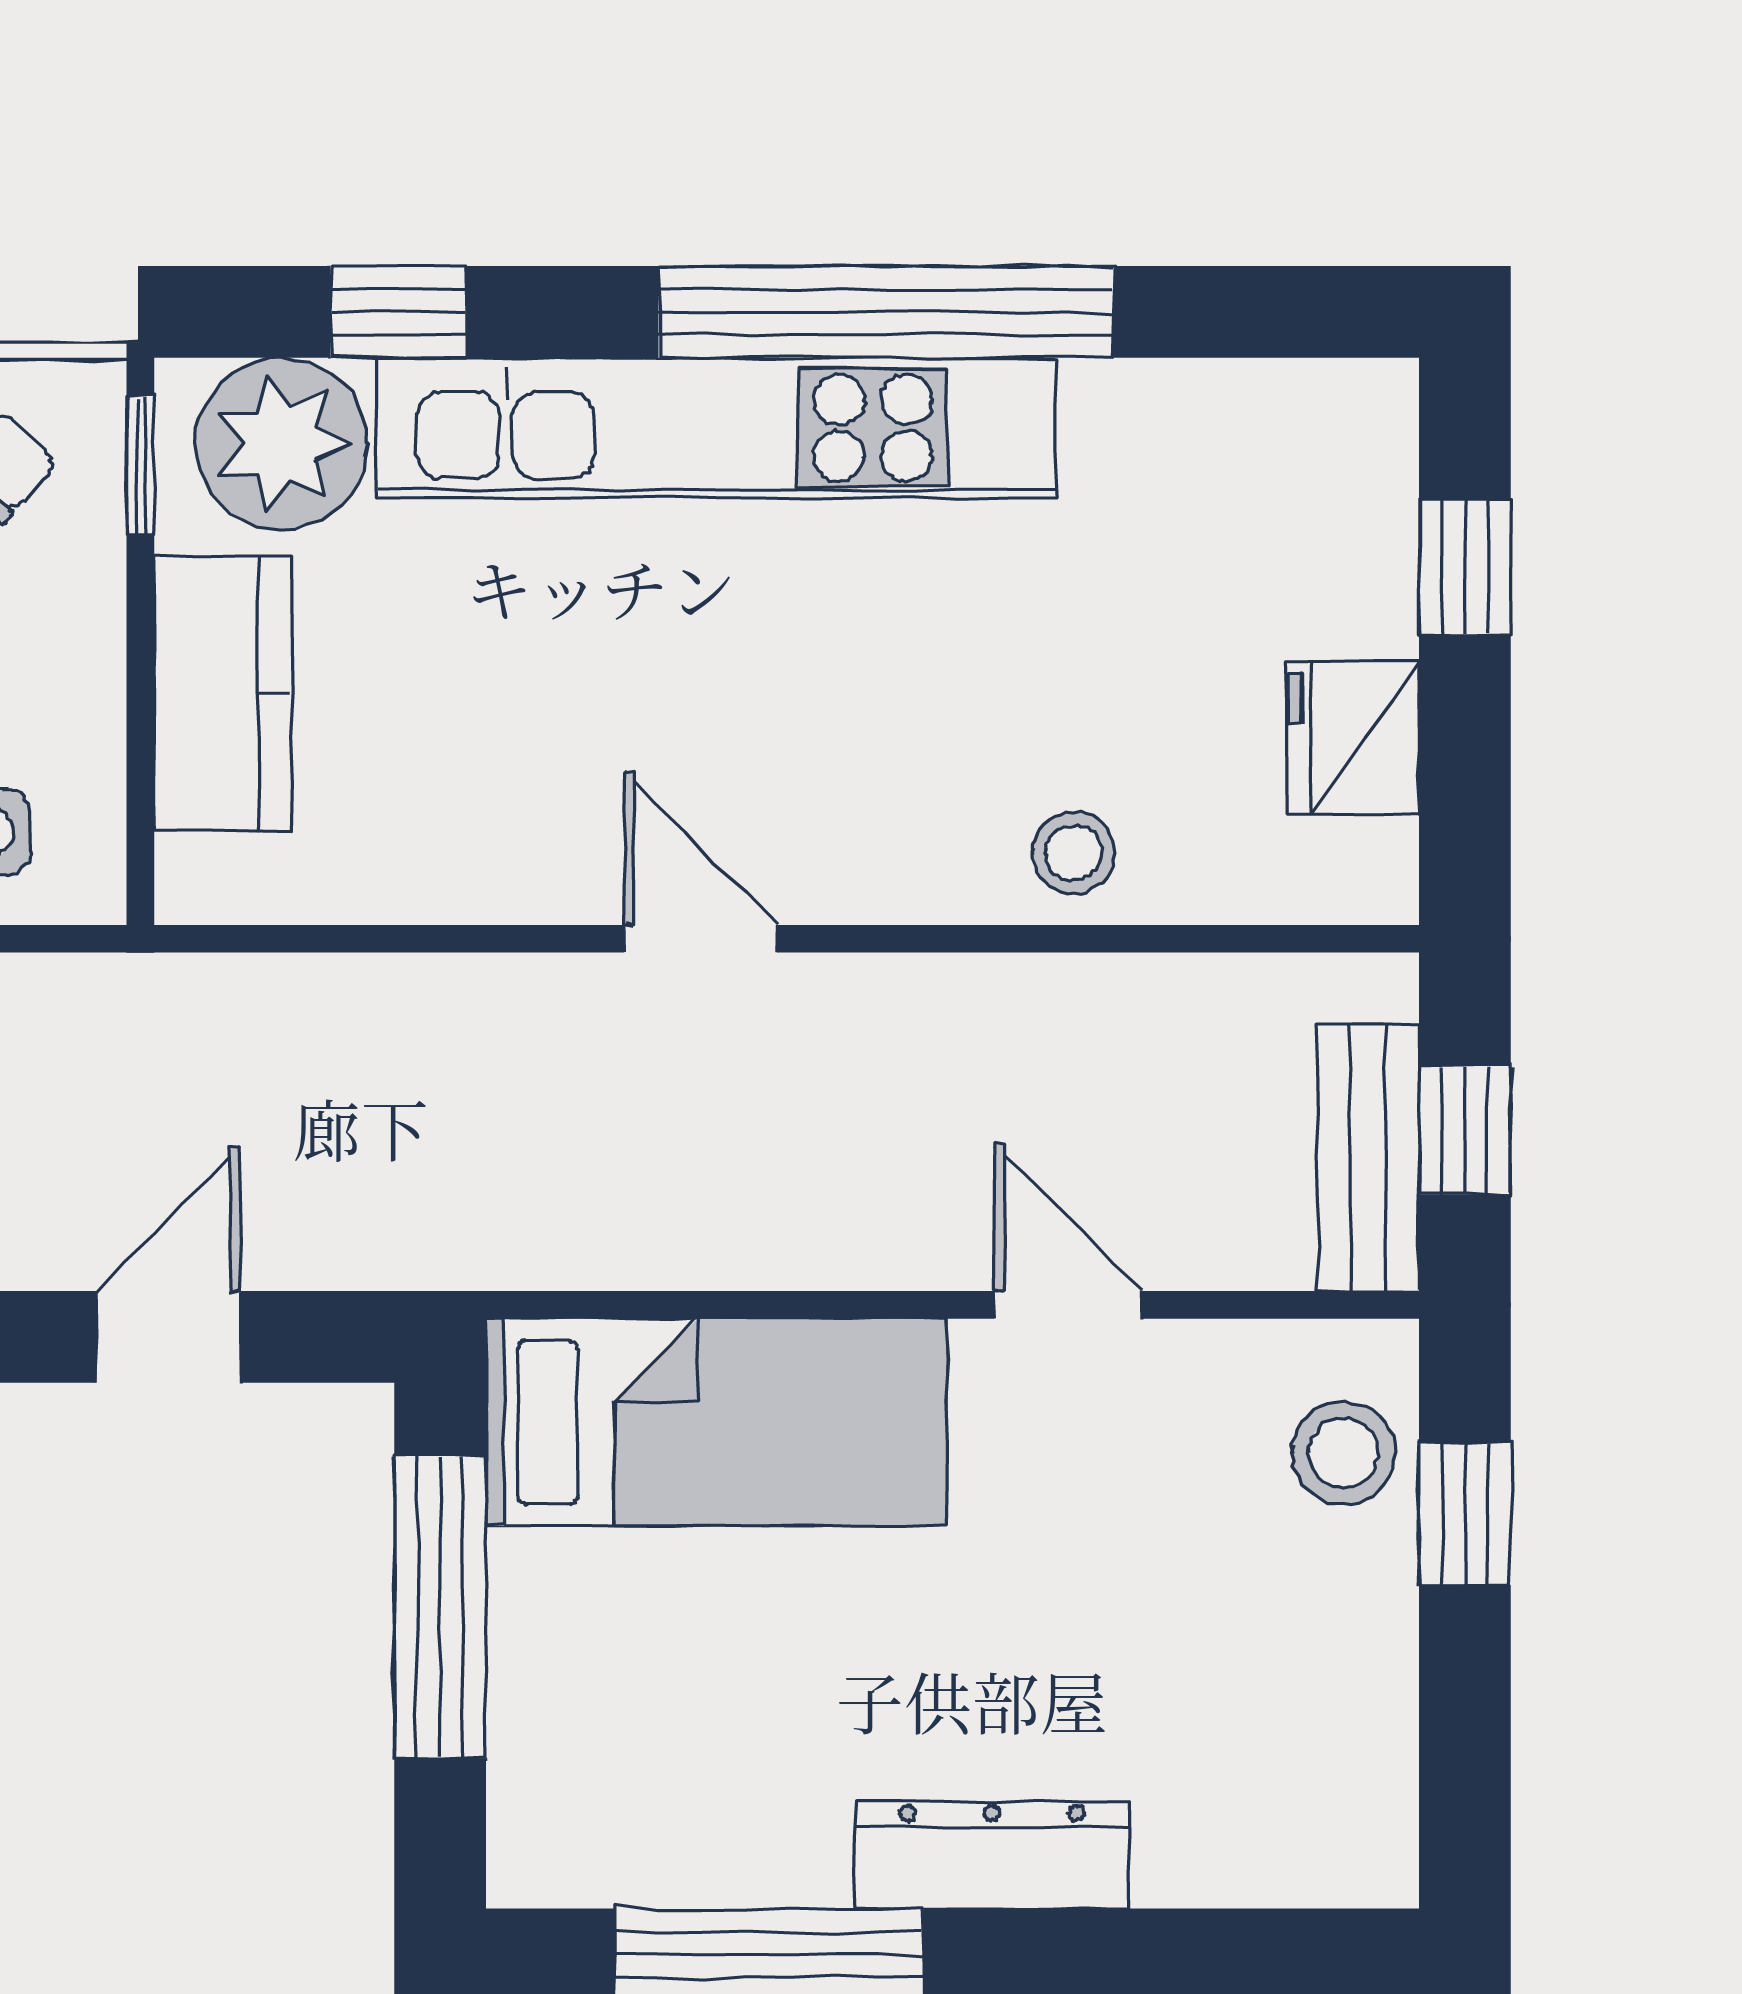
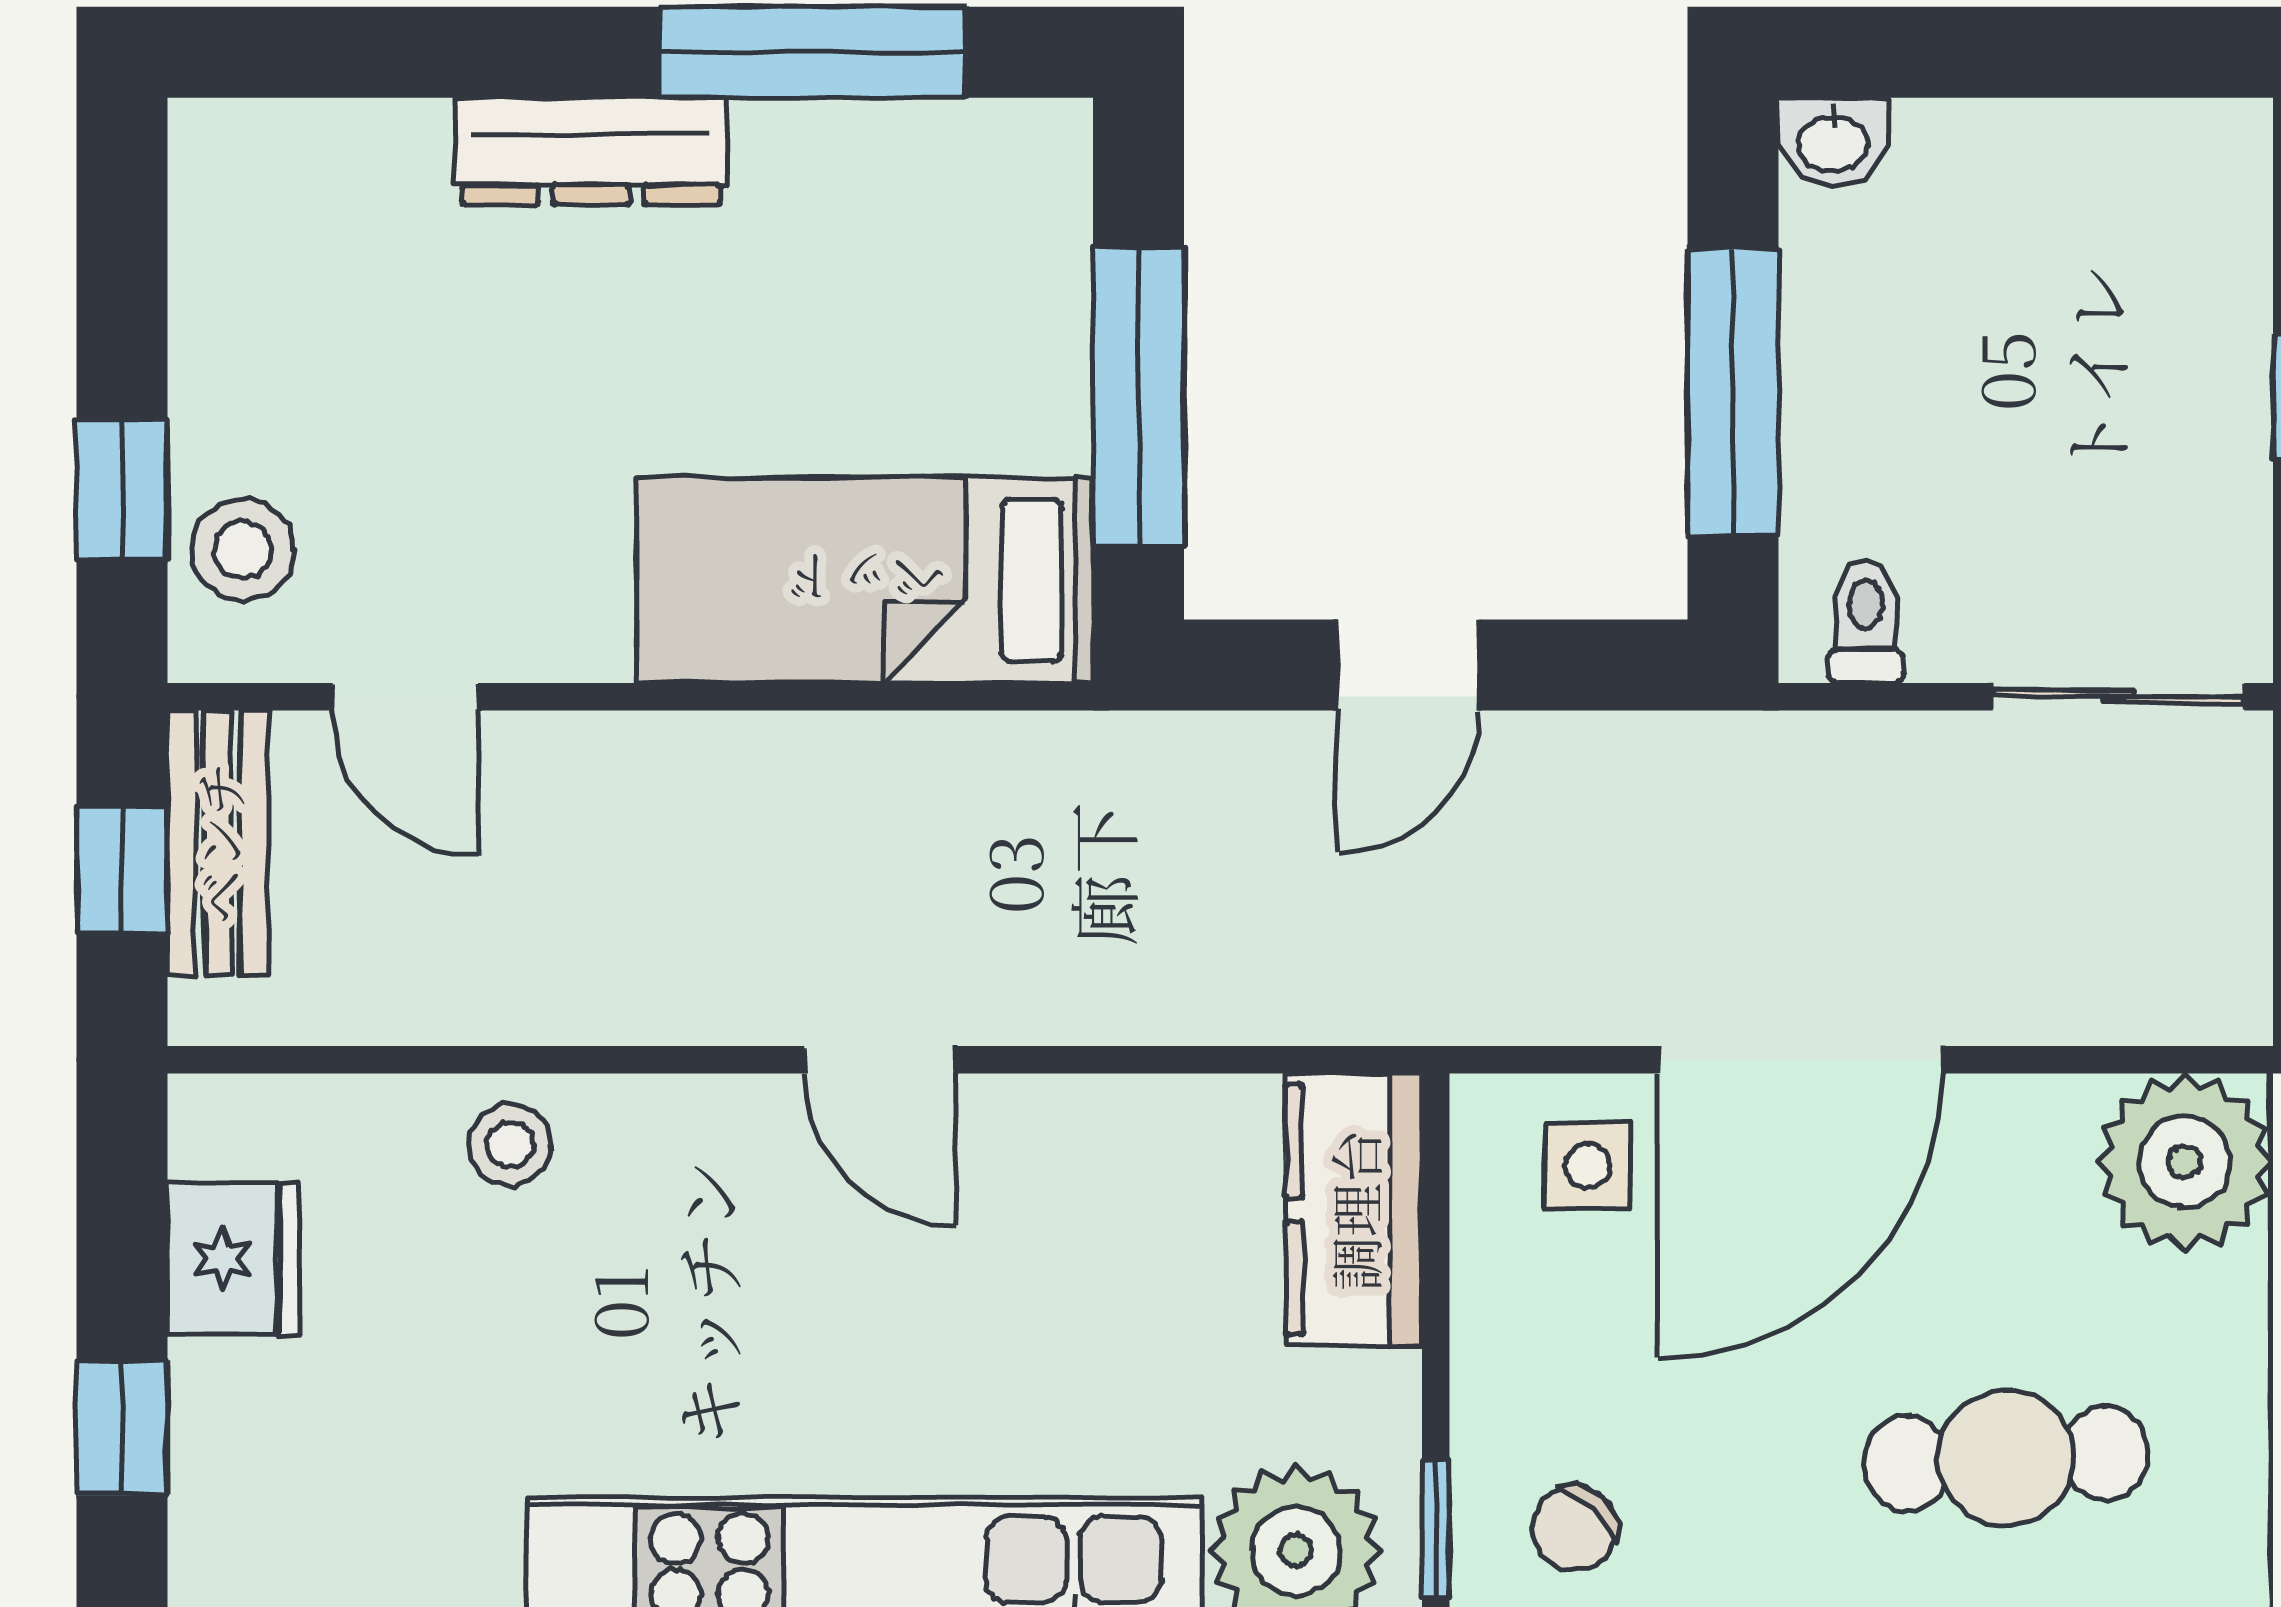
kitchen counter: (223, 693) -> (1354, 1210), moved
door: (1068, 1305) -> (405, 697), moved

